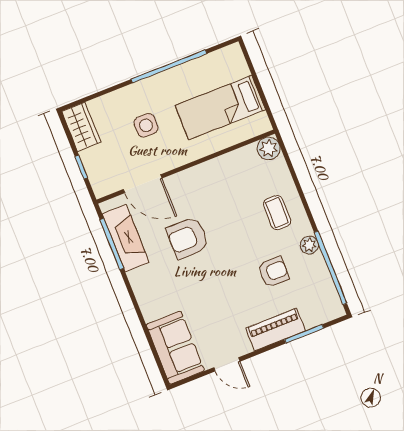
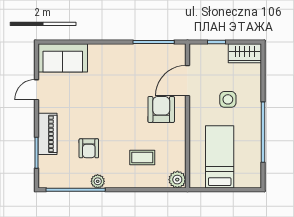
coffee table: (277, 213) -> (142, 157), moved
fireplace: (126, 238) -> (154, 54), removed
armchair: (188, 238) -> (161, 109), moved

